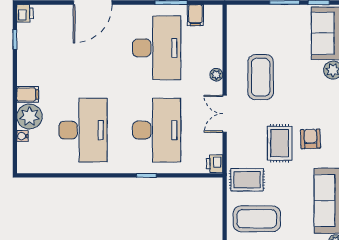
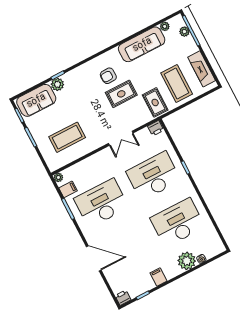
plant: (216, 75) -> (58, 177), moved
coffee table: (261, 77) -> (67, 137), moved
filing cabinet: (28, 94) -> (158, 277), moved

